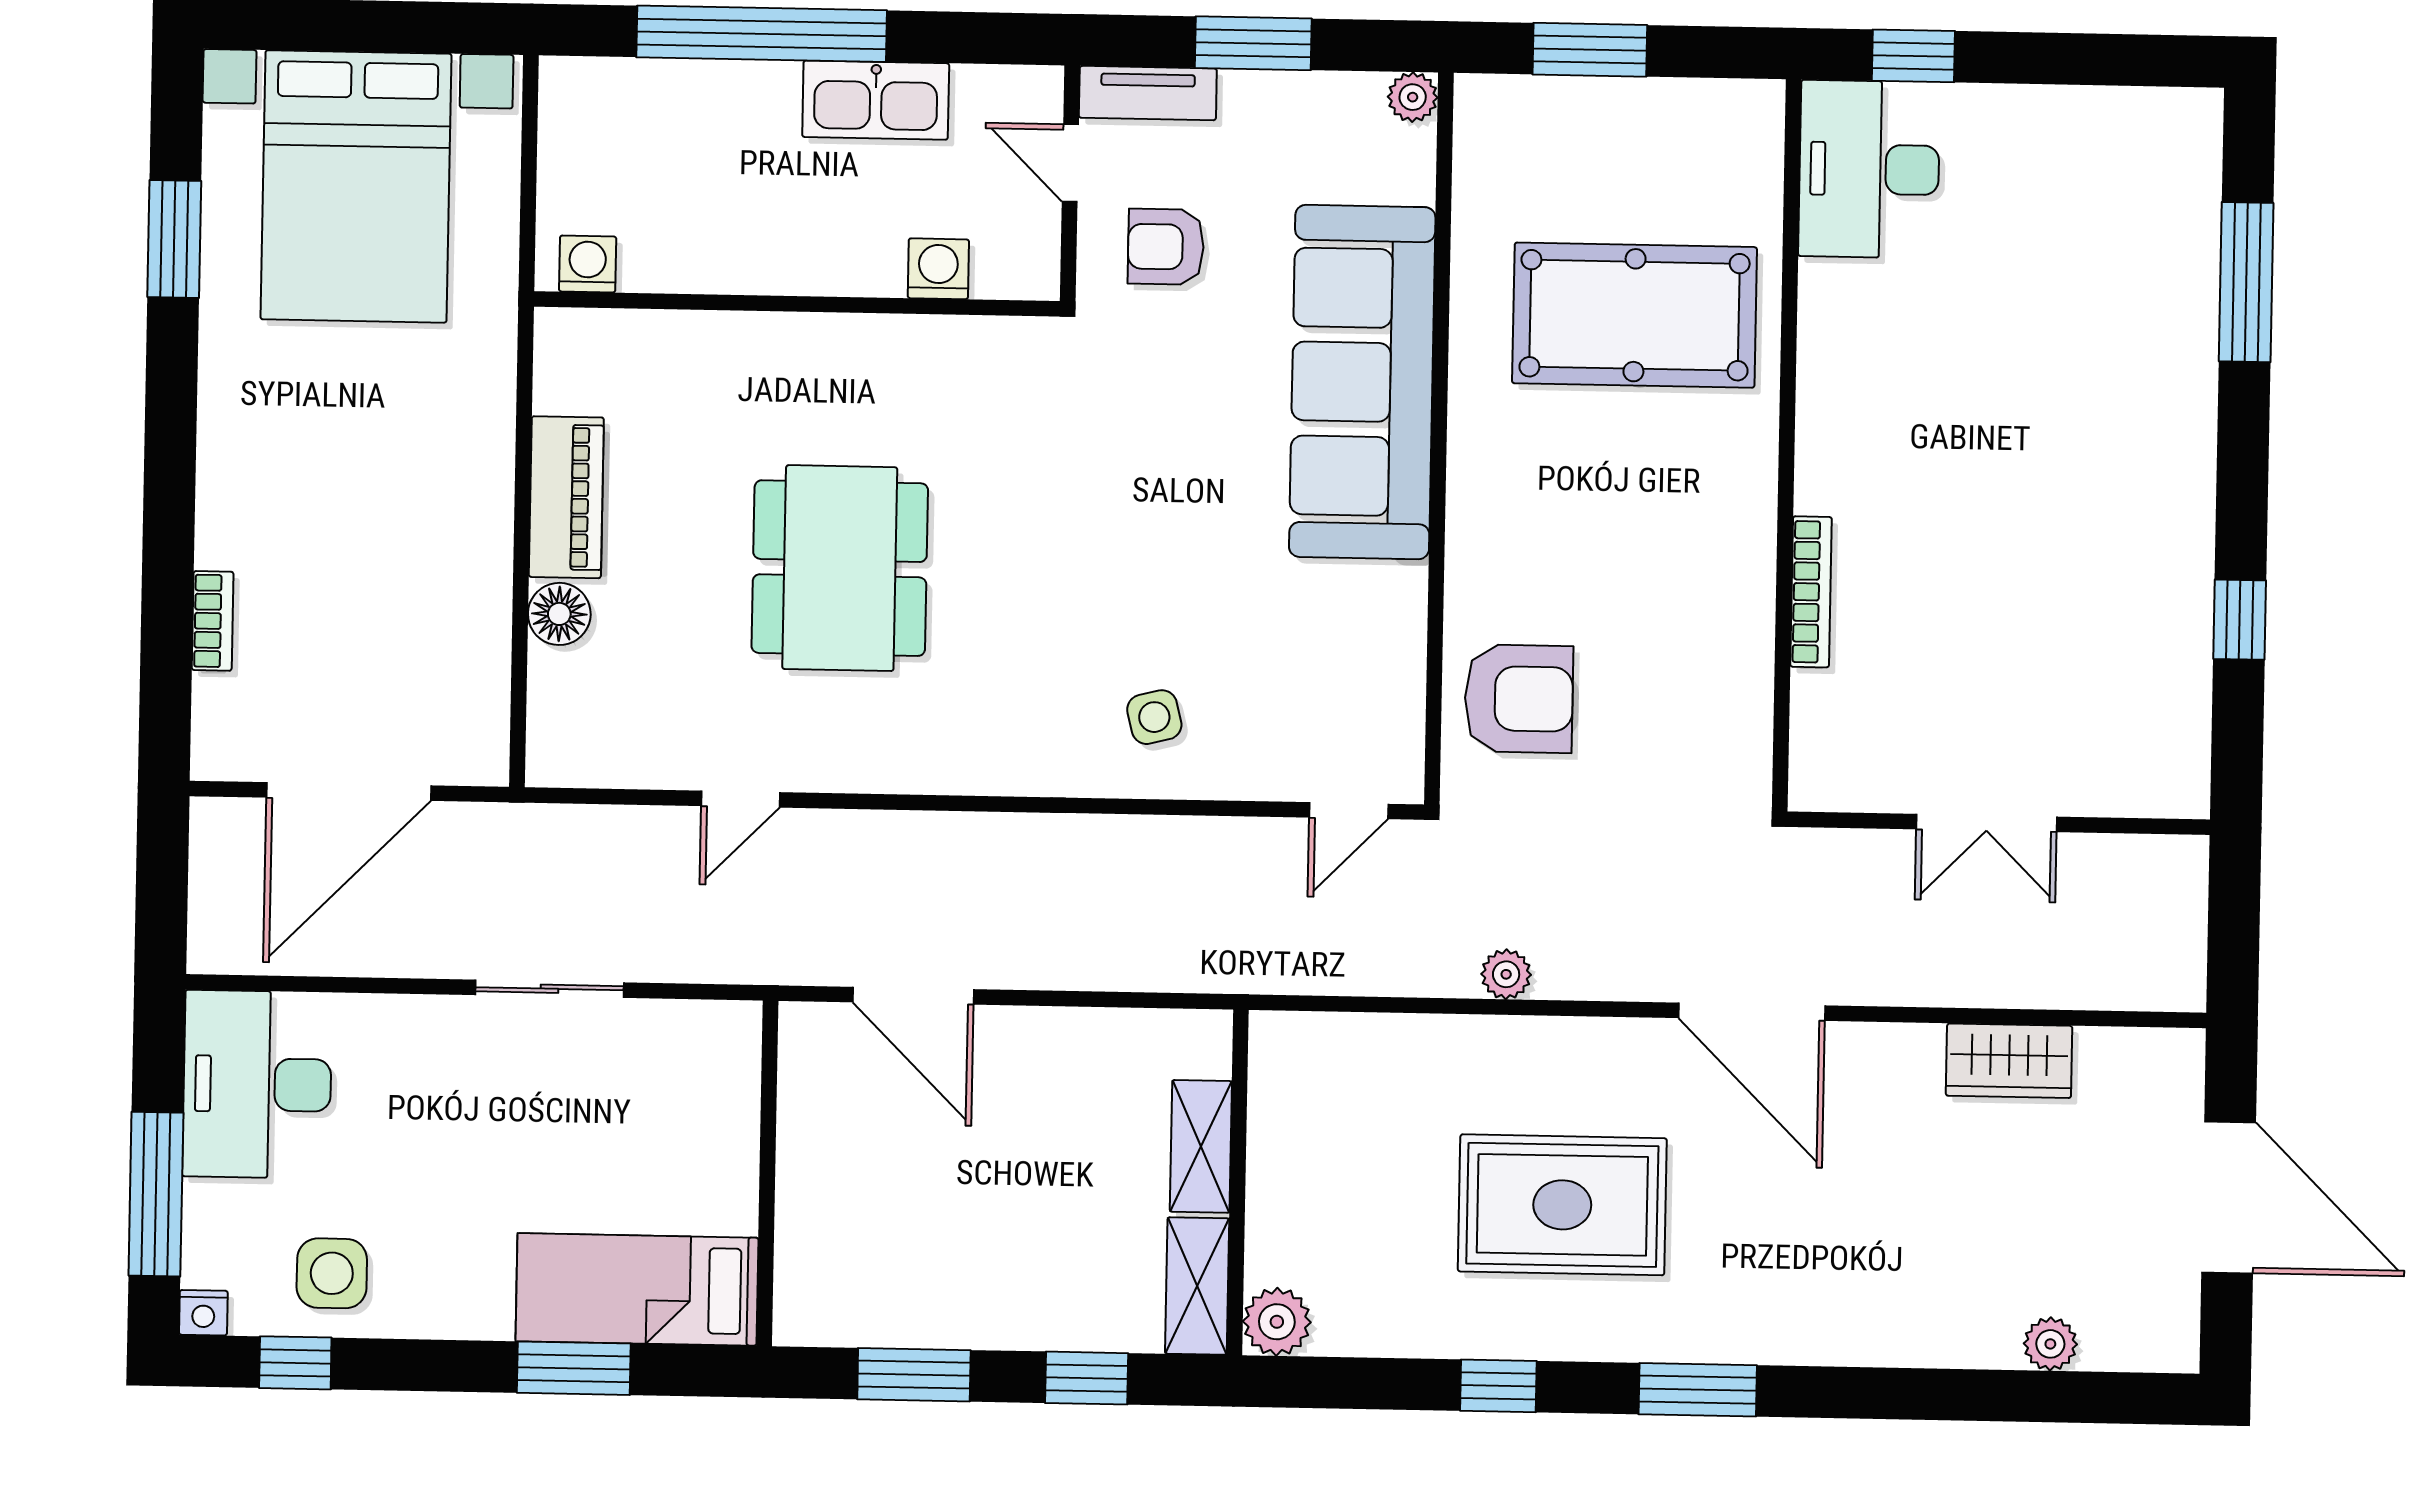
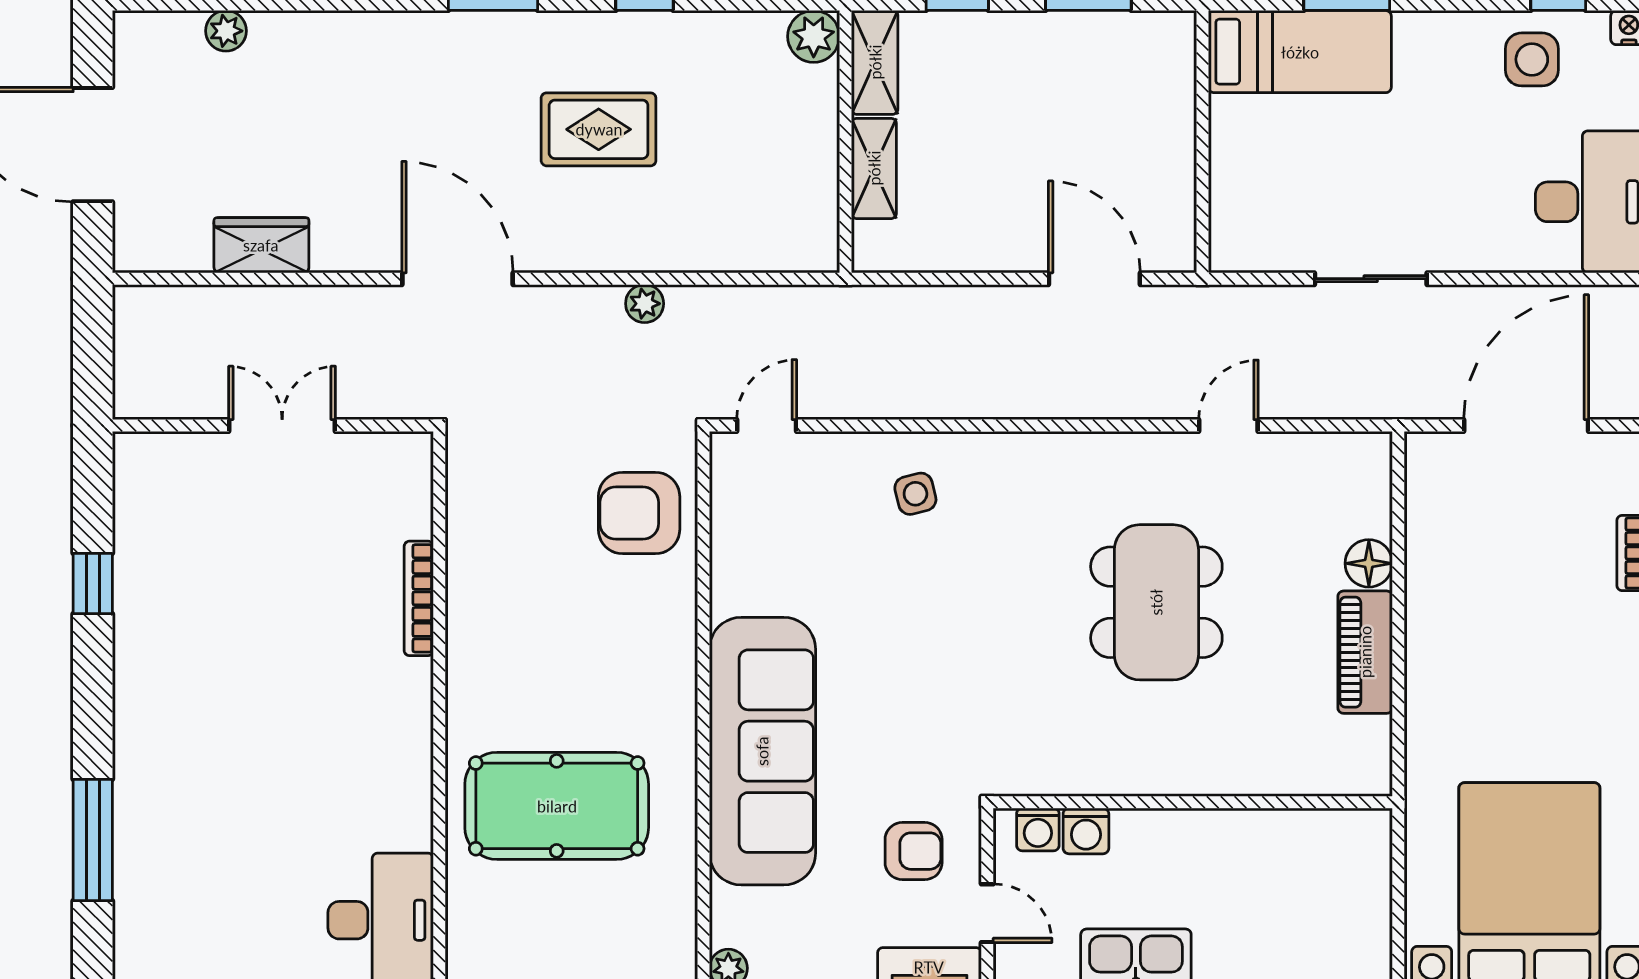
washing machine: (588, 264) -> (1038, 829), moved
rug: (1562, 1205) -> (599, 129), width x0.73, depth x0.70

